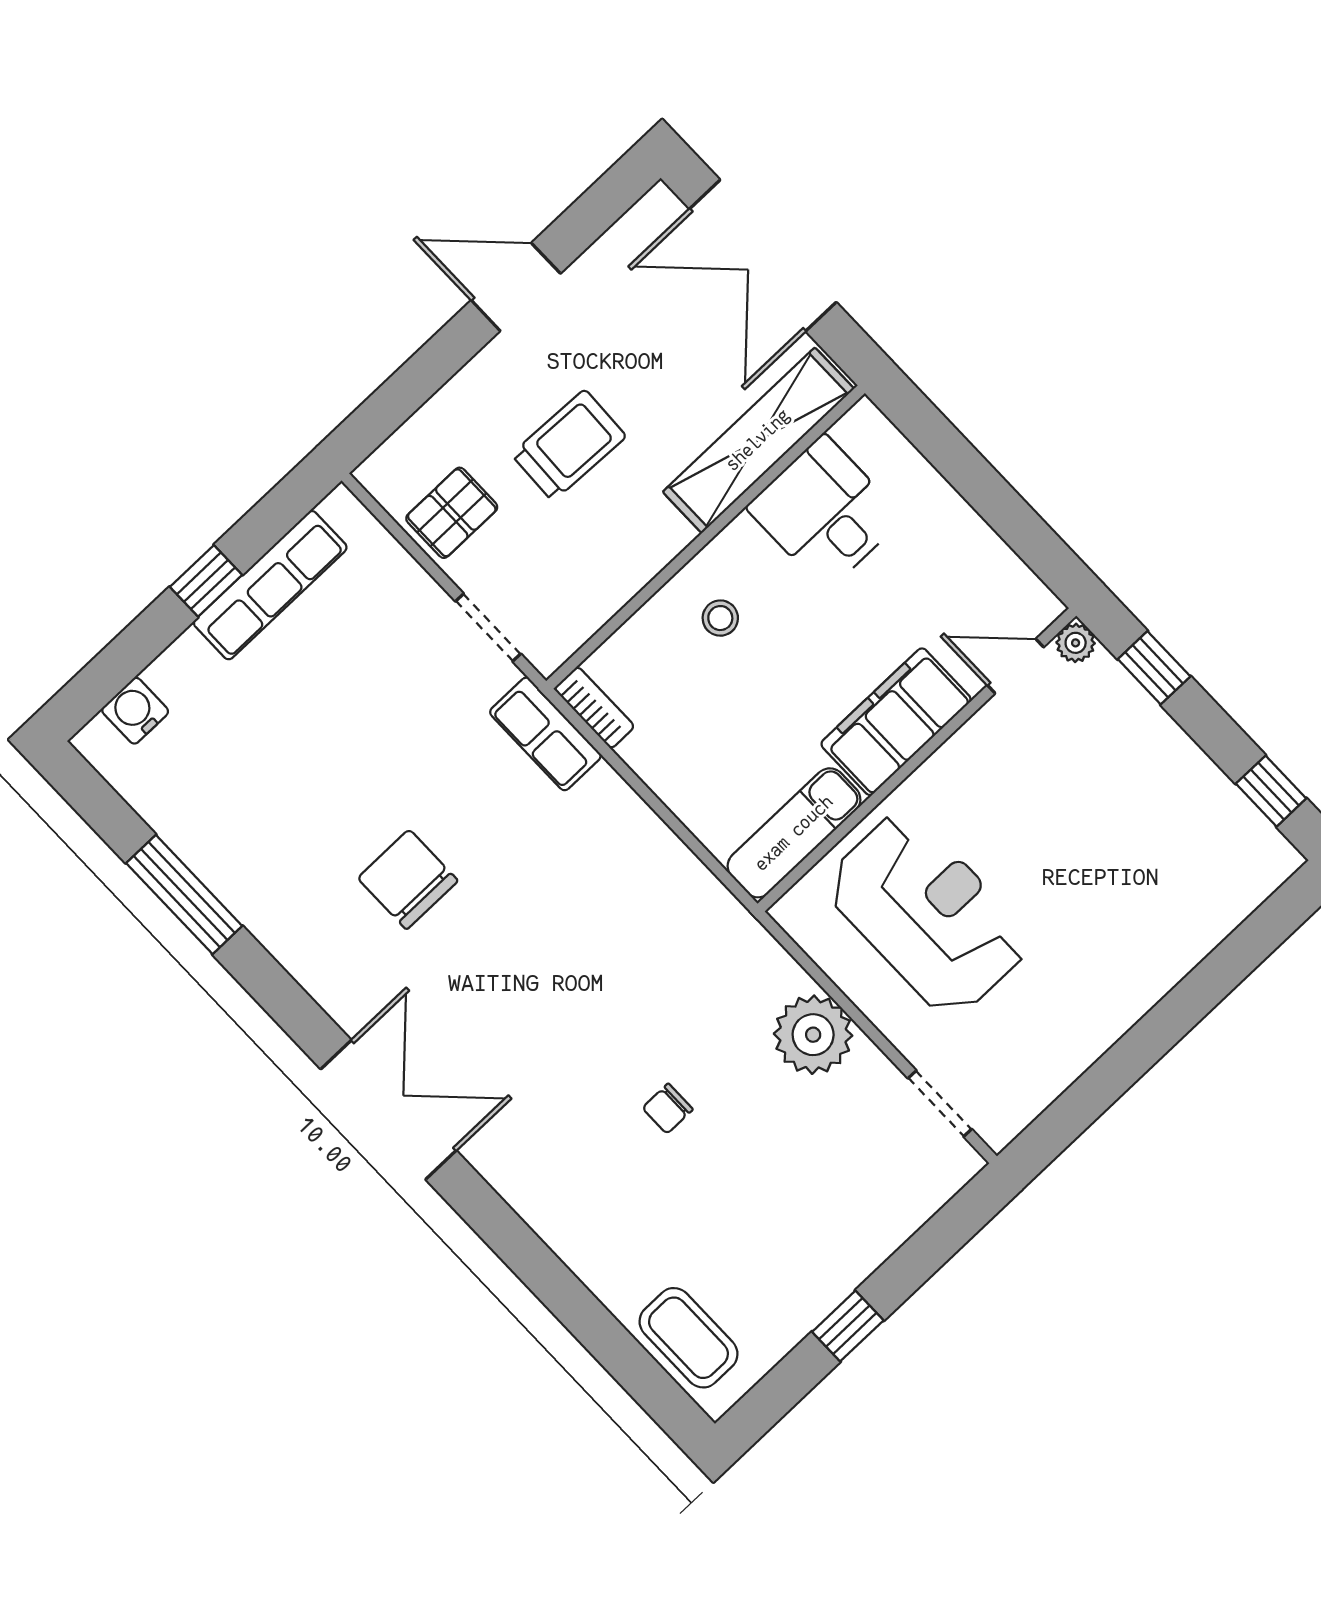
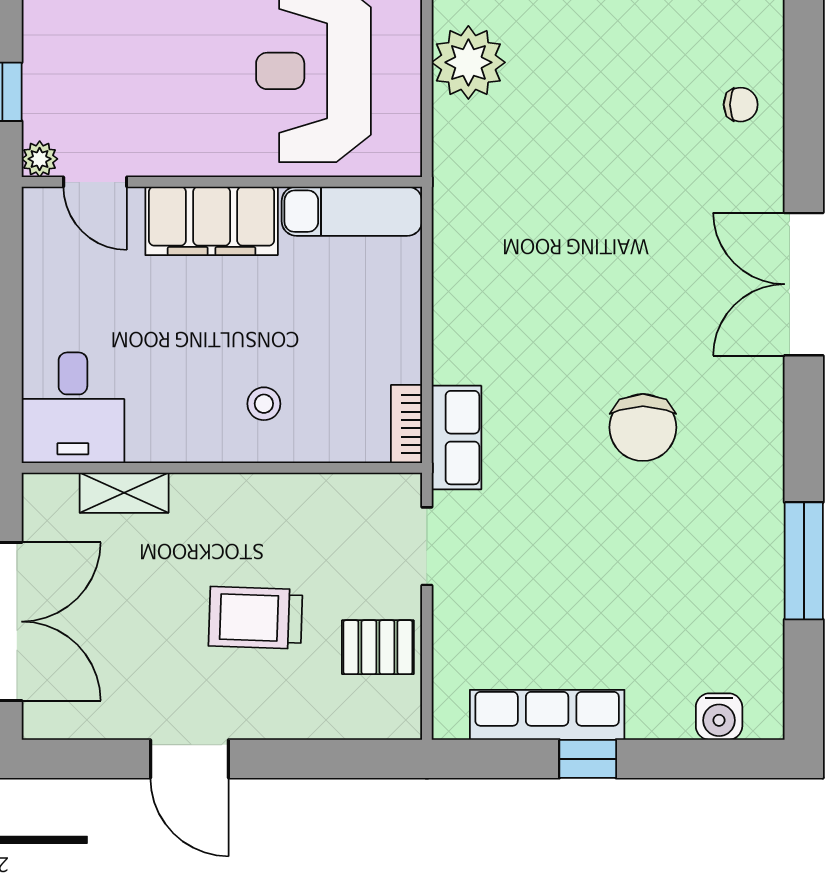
shelving: (758, 440) -> (124, 493), width x0.45, depth x0.75
desk: (825, 513) -> (73, 408), moved
chair: (668, 1109) -> (741, 105), moved

